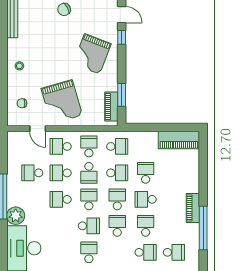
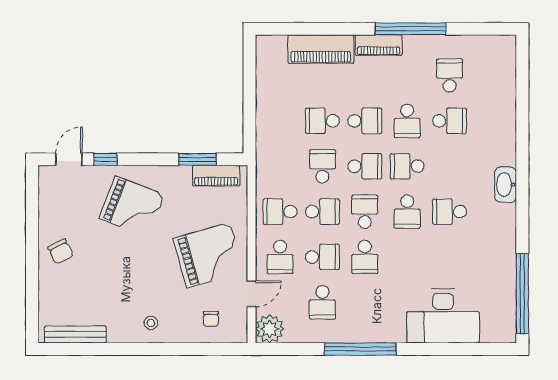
piano: (179, 140) -> (321, 49), moved, turned 90
school desk: (117, 146) -> (280, 166), removed
school desk: (61, 173) -> (322, 257), turned -90
school desk: (89, 199) -> (365, 212), turned 90
school desk: (117, 199) -> (365, 166), turned 180
school desk: (146, 199) -> (365, 121), turned -90
plant: (16, 216) -> (270, 329), moved
school desk: (89, 226) -> (407, 212), turned 180
school desk: (146, 226) -> (407, 121), turned -90
school desk: (146, 252) -> (450, 121), turned 90

